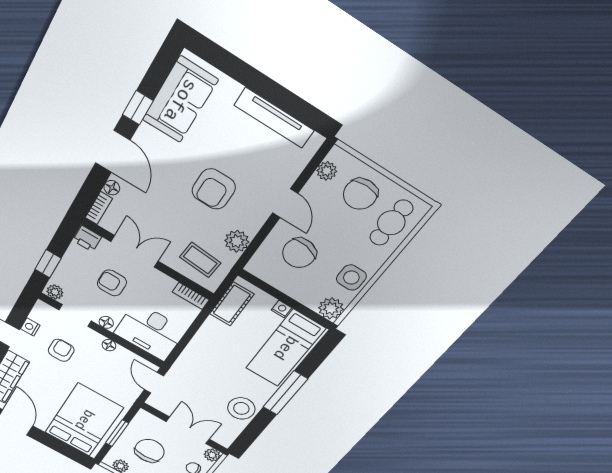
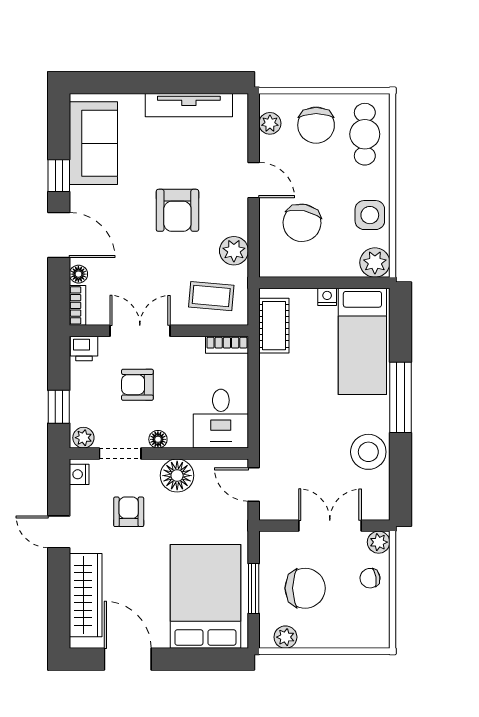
nightstand: (30, 327) -> (79, 474), moved
desk: (150, 332) -> (221, 419), width x0.73
floor lamp: (109, 345) -> (177, 476), width x1.89, depth x1.89
chair: (149, 451) -> (305, 588), turned 90

